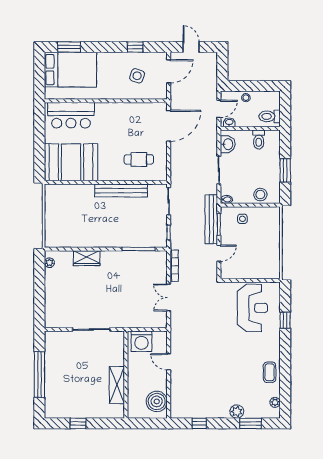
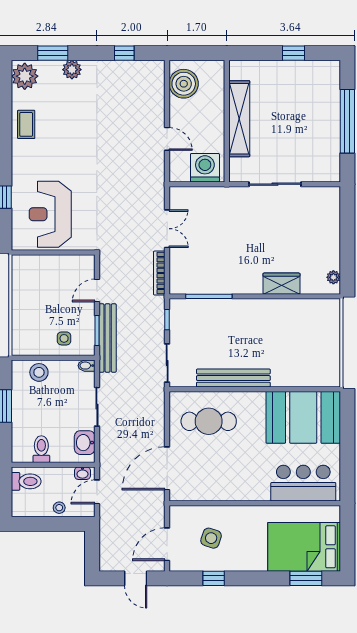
cafe table: (139, 159) -> (209, 421), width x1.37, depth x1.35
shelving: (117, 385) -> (239, 119), width x1.47
plant: (275, 402) -> (25, 76), width x1.88, depth x1.88

